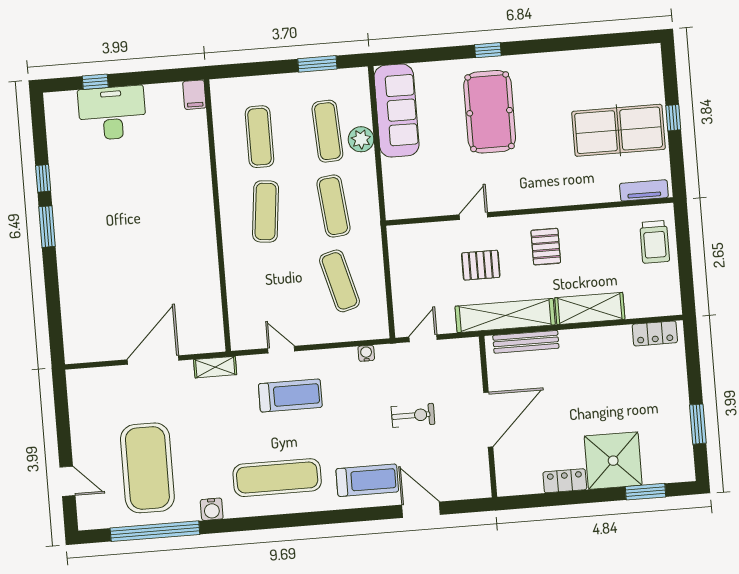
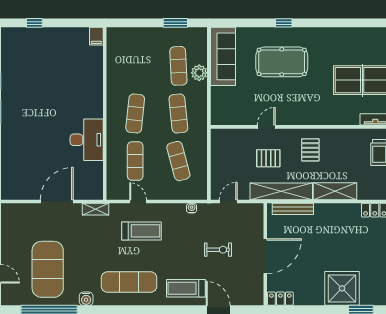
pool table: (490, 112) -> (282, 62), turned 90
desk: (112, 113) -> (87, 140), moved, turned 90
exercise mat: (260, 137) -> (135, 161), moved
treadmill: (367, 480) -> (186, 288), turned 180
locker: (565, 481) -> (280, 299), moved

